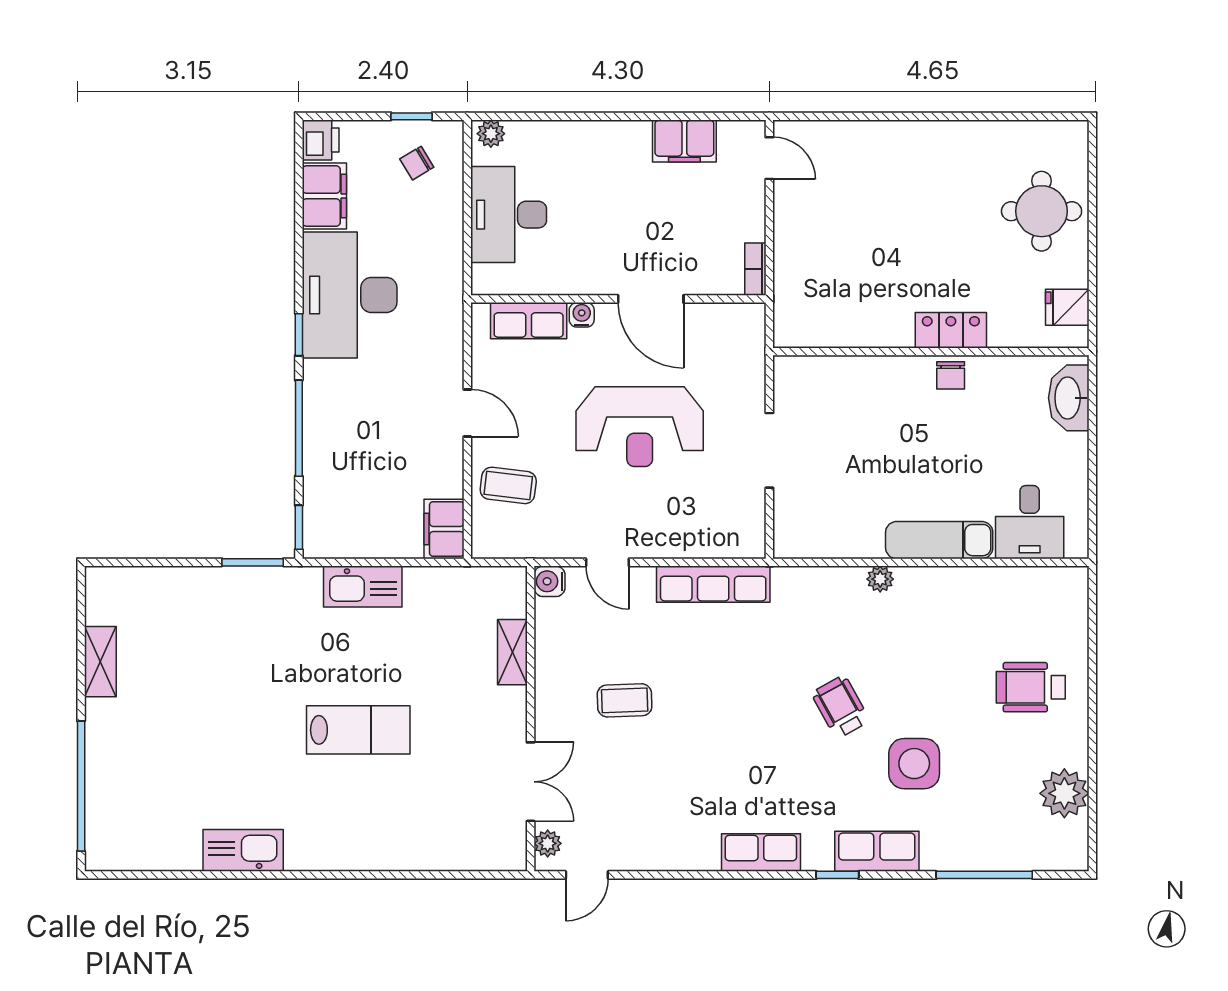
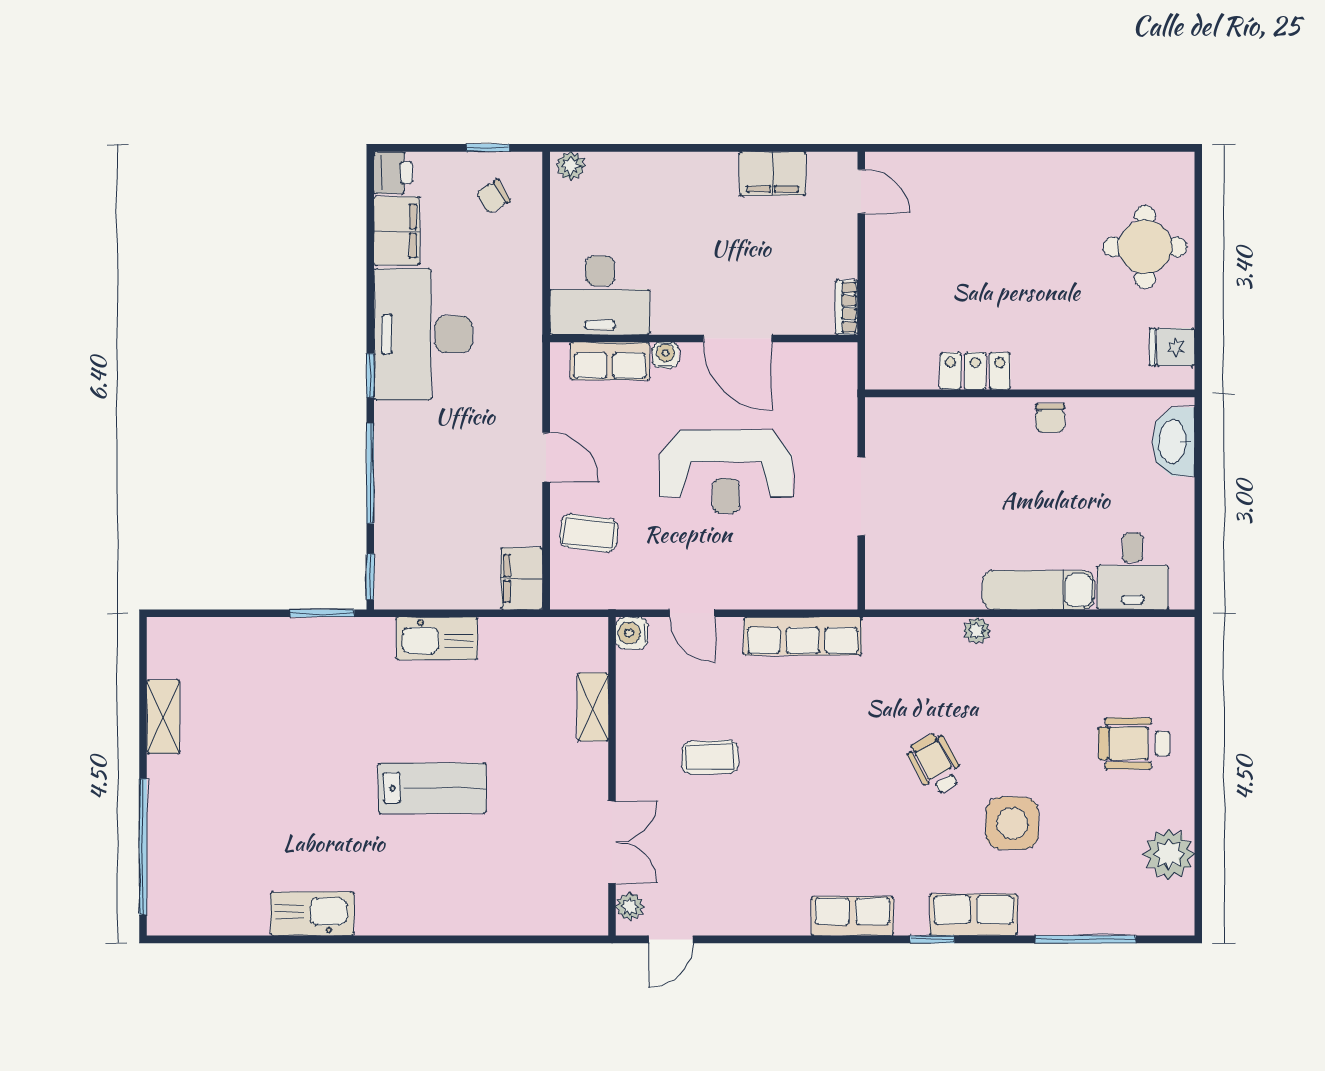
desk: (509, 215) -> (600, 295), moved, turned -90
locker: (951, 330) -> (975, 371), moved

